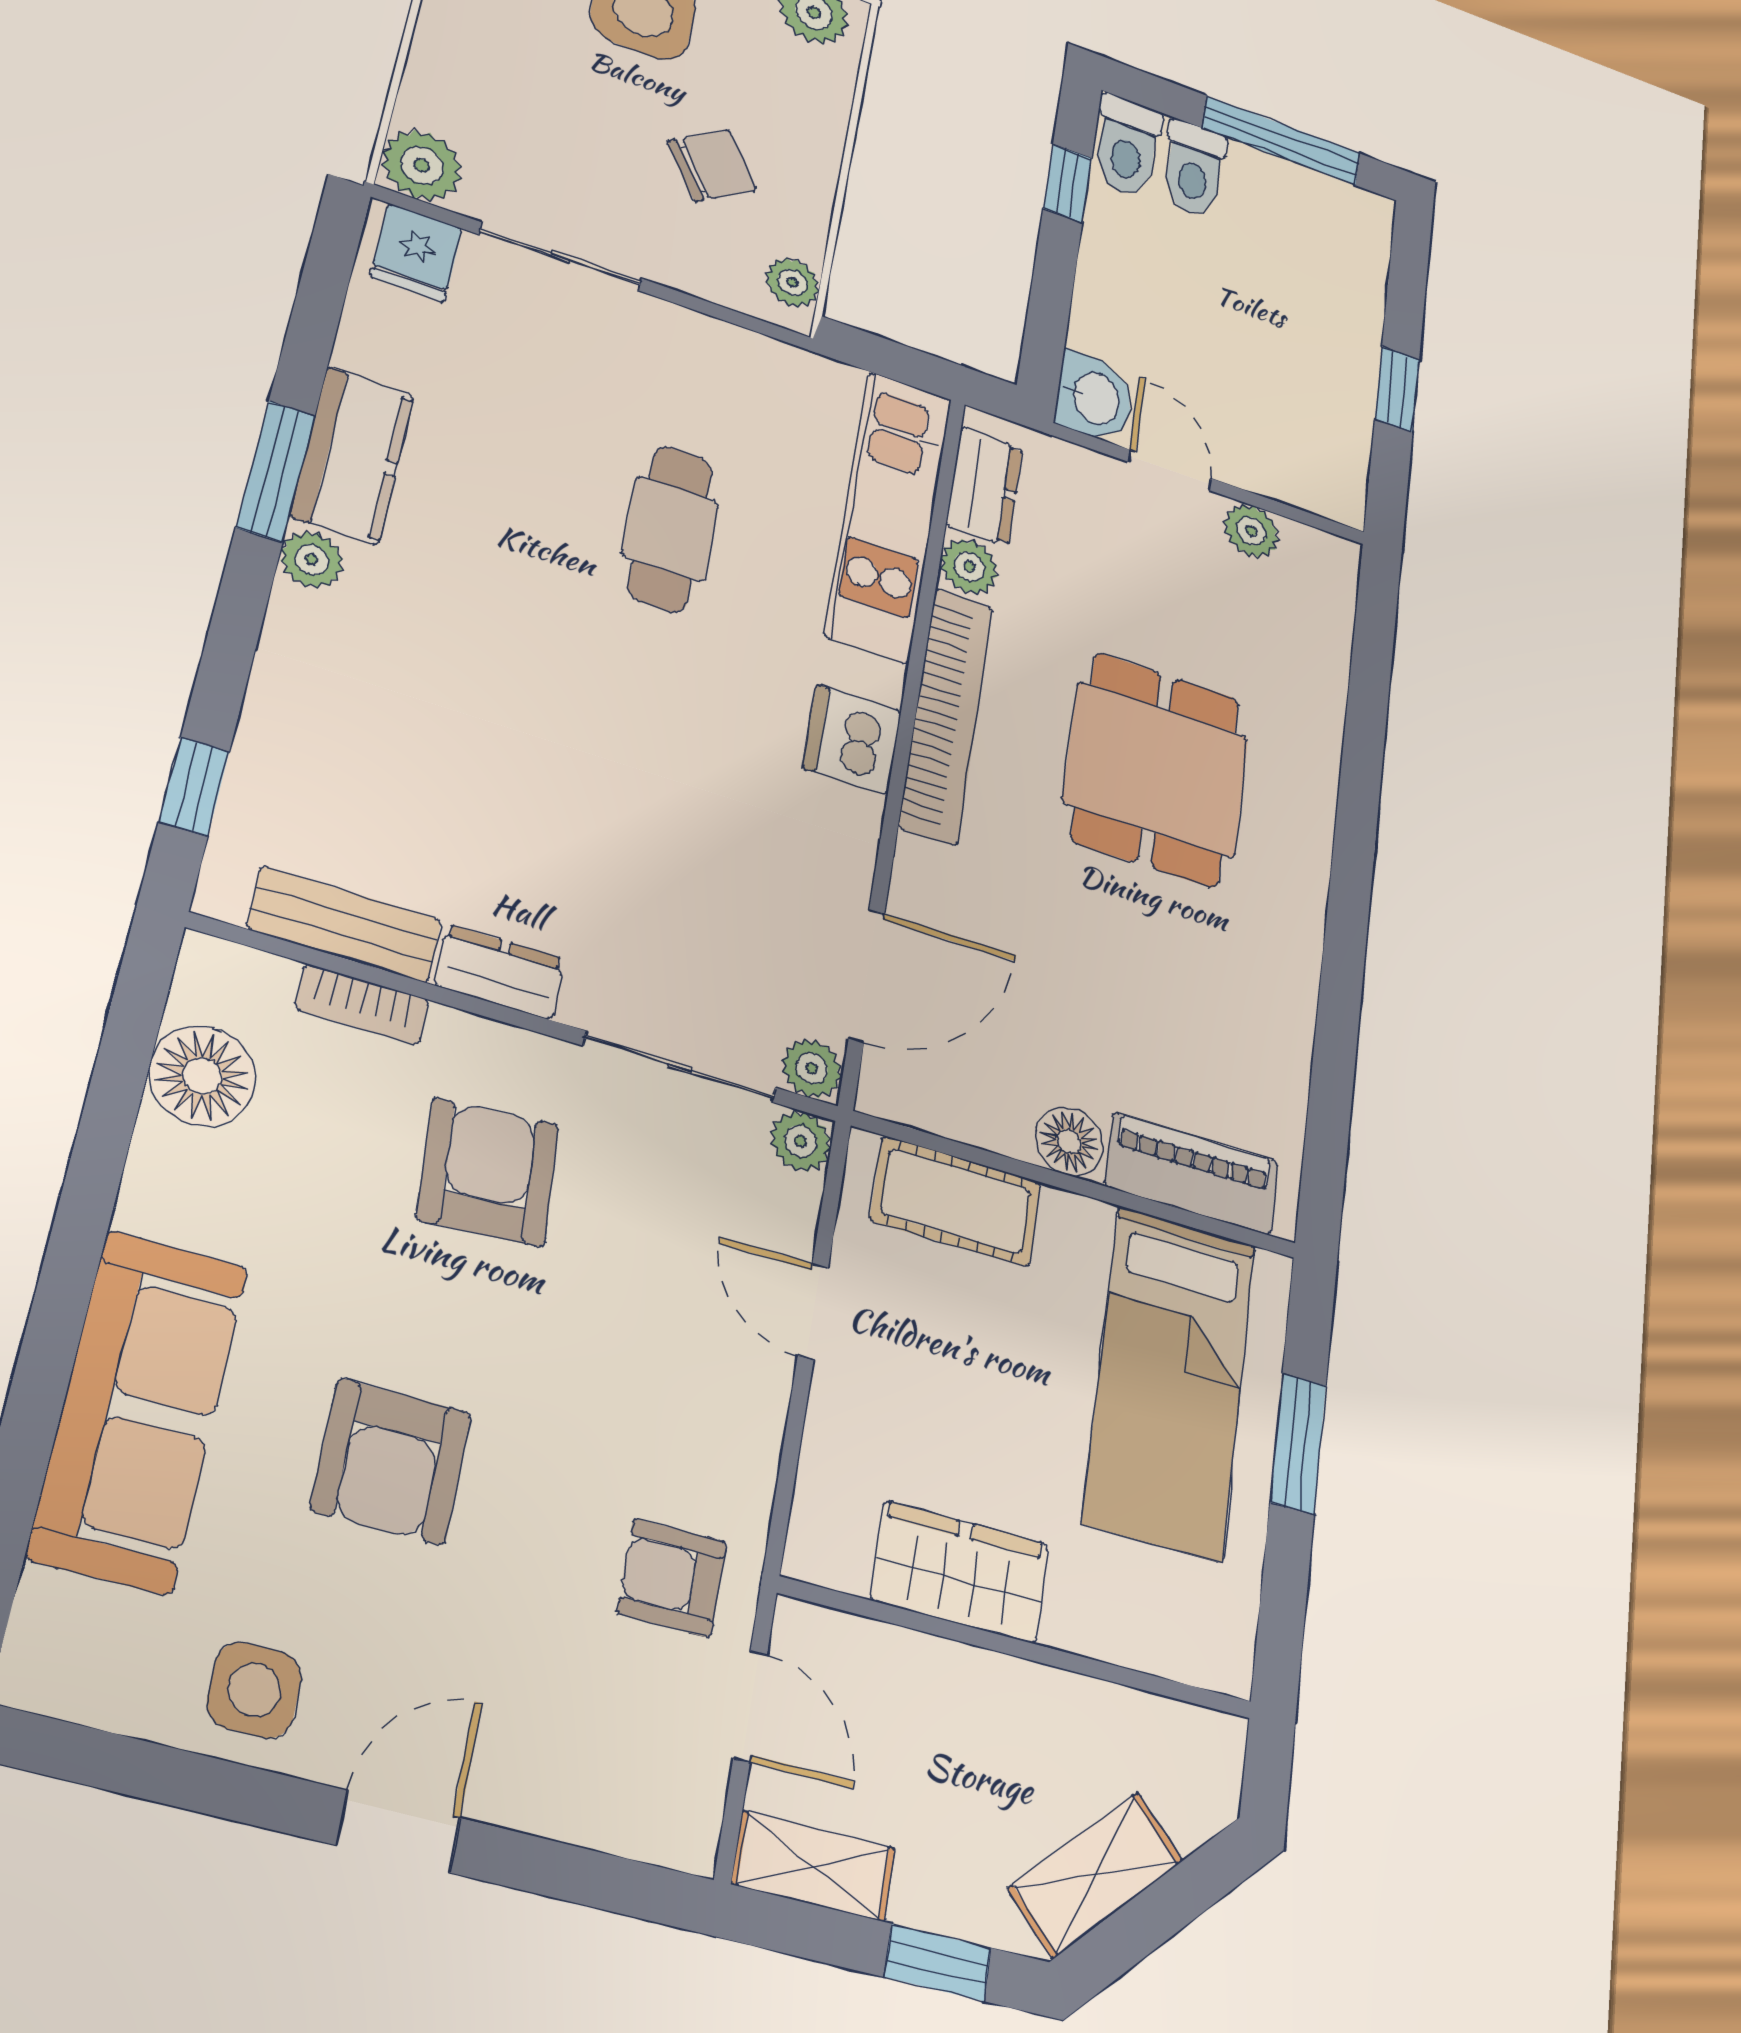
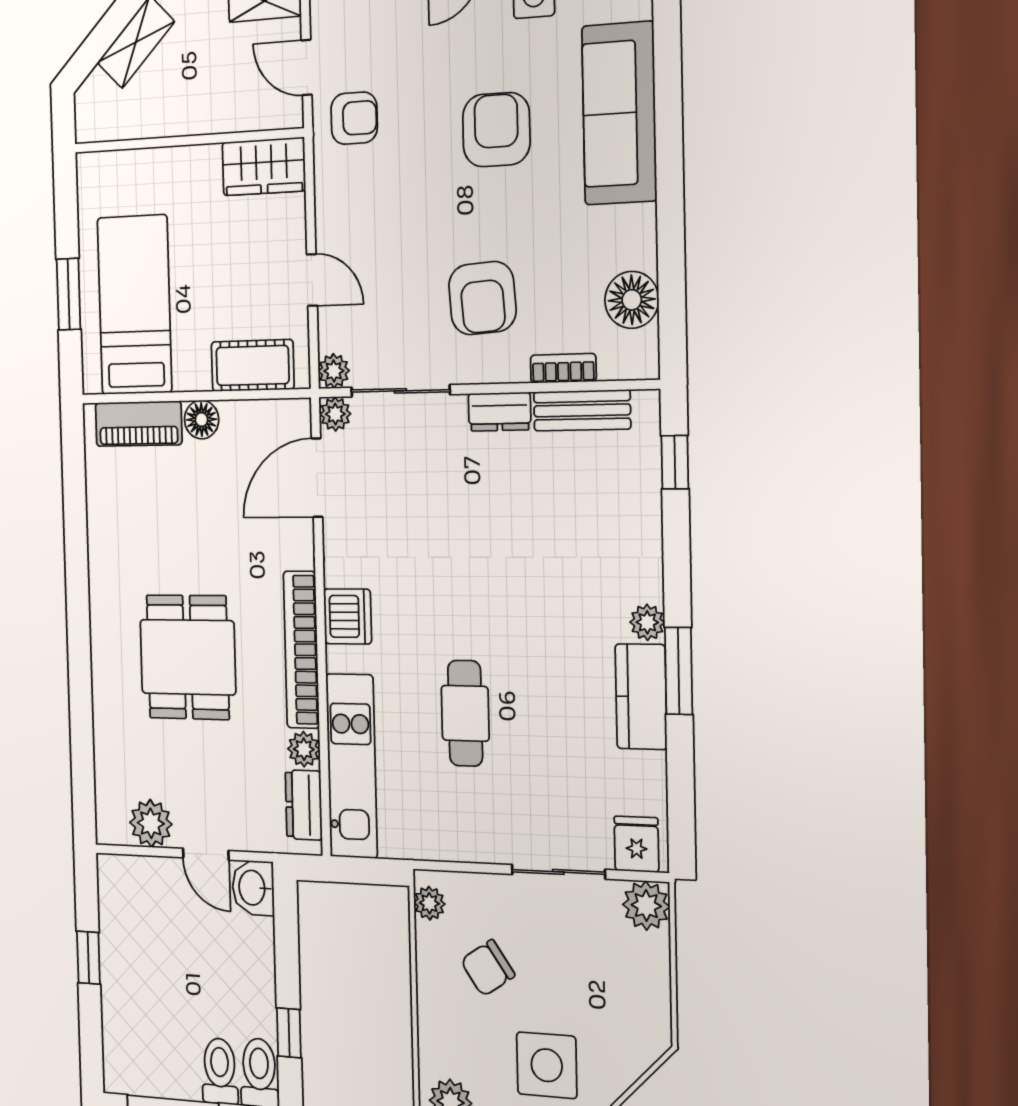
plant: (1251, 531) -> (151, 823), width x1.38, depth x1.38
wardrobe: (960, 1572) -> (264, 167), moved

